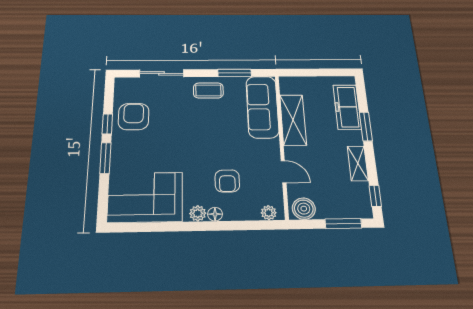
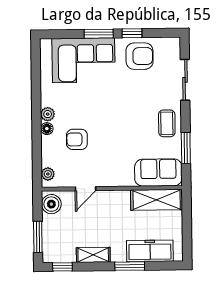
sofa: (262, 107) -> (158, 173), width x0.73
shelving: (293, 120) -> (157, 200), moved
corner sofa: (145, 197) -> (84, 60), moved, turned 90

